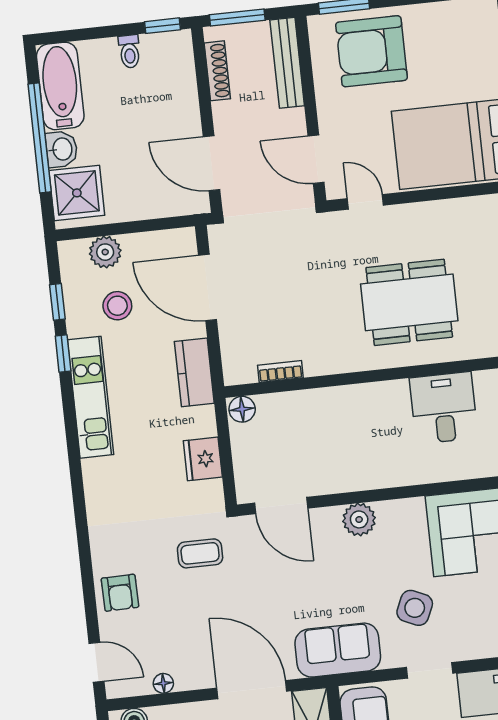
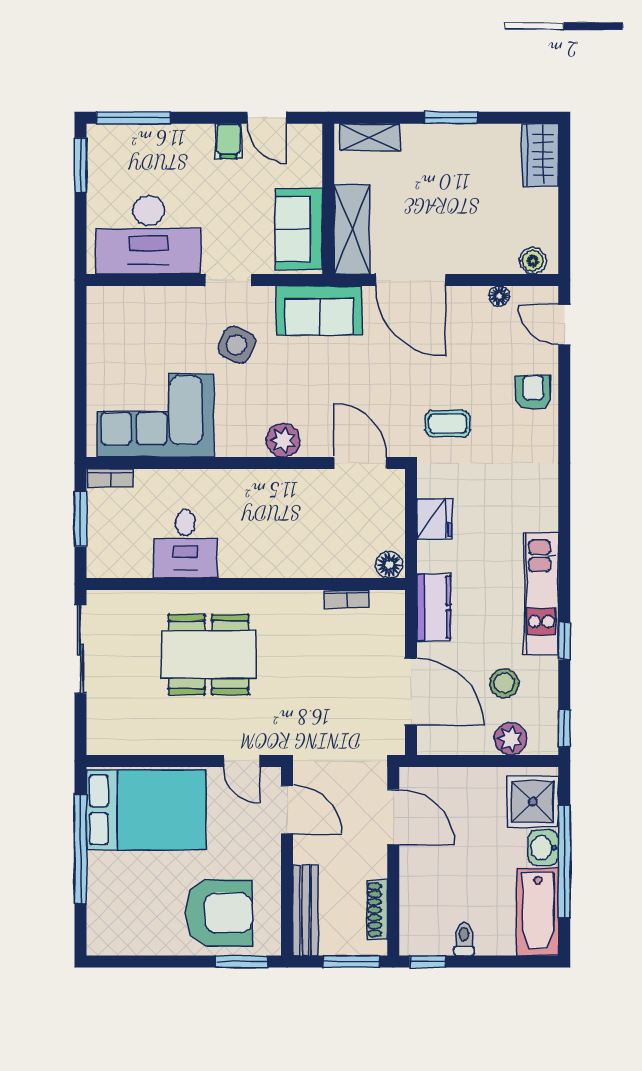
window: (57, 302) -> (564, 728), moved

